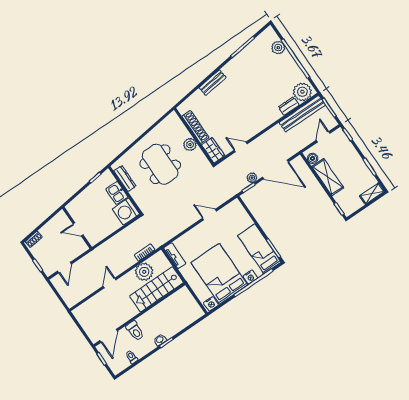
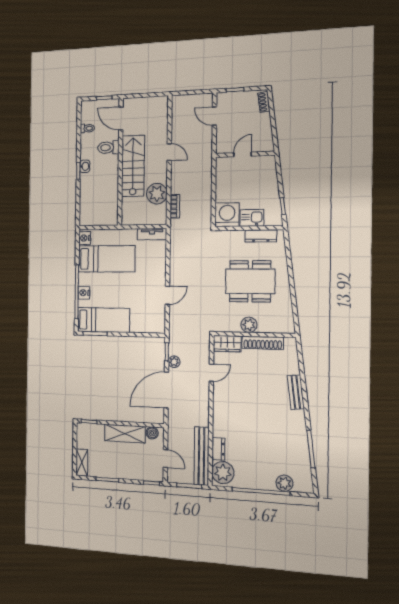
bed: (219, 274) -> (107, 259), width x0.67
stairs: (157, 289) -> (133, 166), moved

